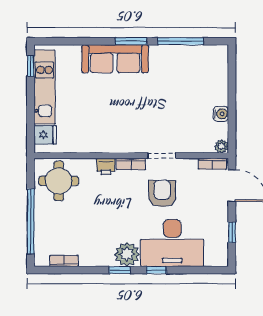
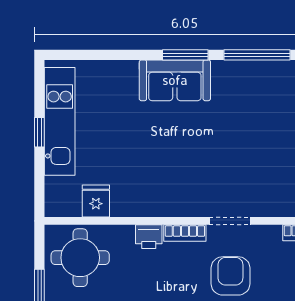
sofa: (115, 59) -> (175, 80), width x0.73
window: (31, 66) -> (39, 132), moved
fridge: (45, 135) -> (96, 201), moved, turned -90

